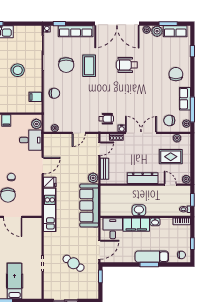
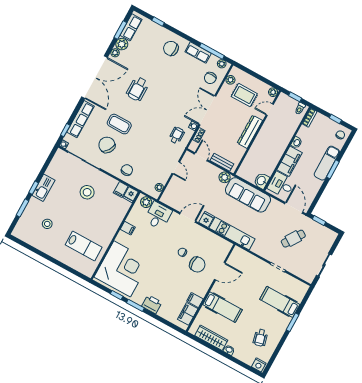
chair: (66, 65) -> (107, 145), turned -147
fridge: (36, 108) -> (131, 195), added
rug: (171, 157) -> (244, 95), turned 90
door: (43, 166) -> (188, 218), hinge flipped
washbasin: (139, 210) -> (262, 181), moved

